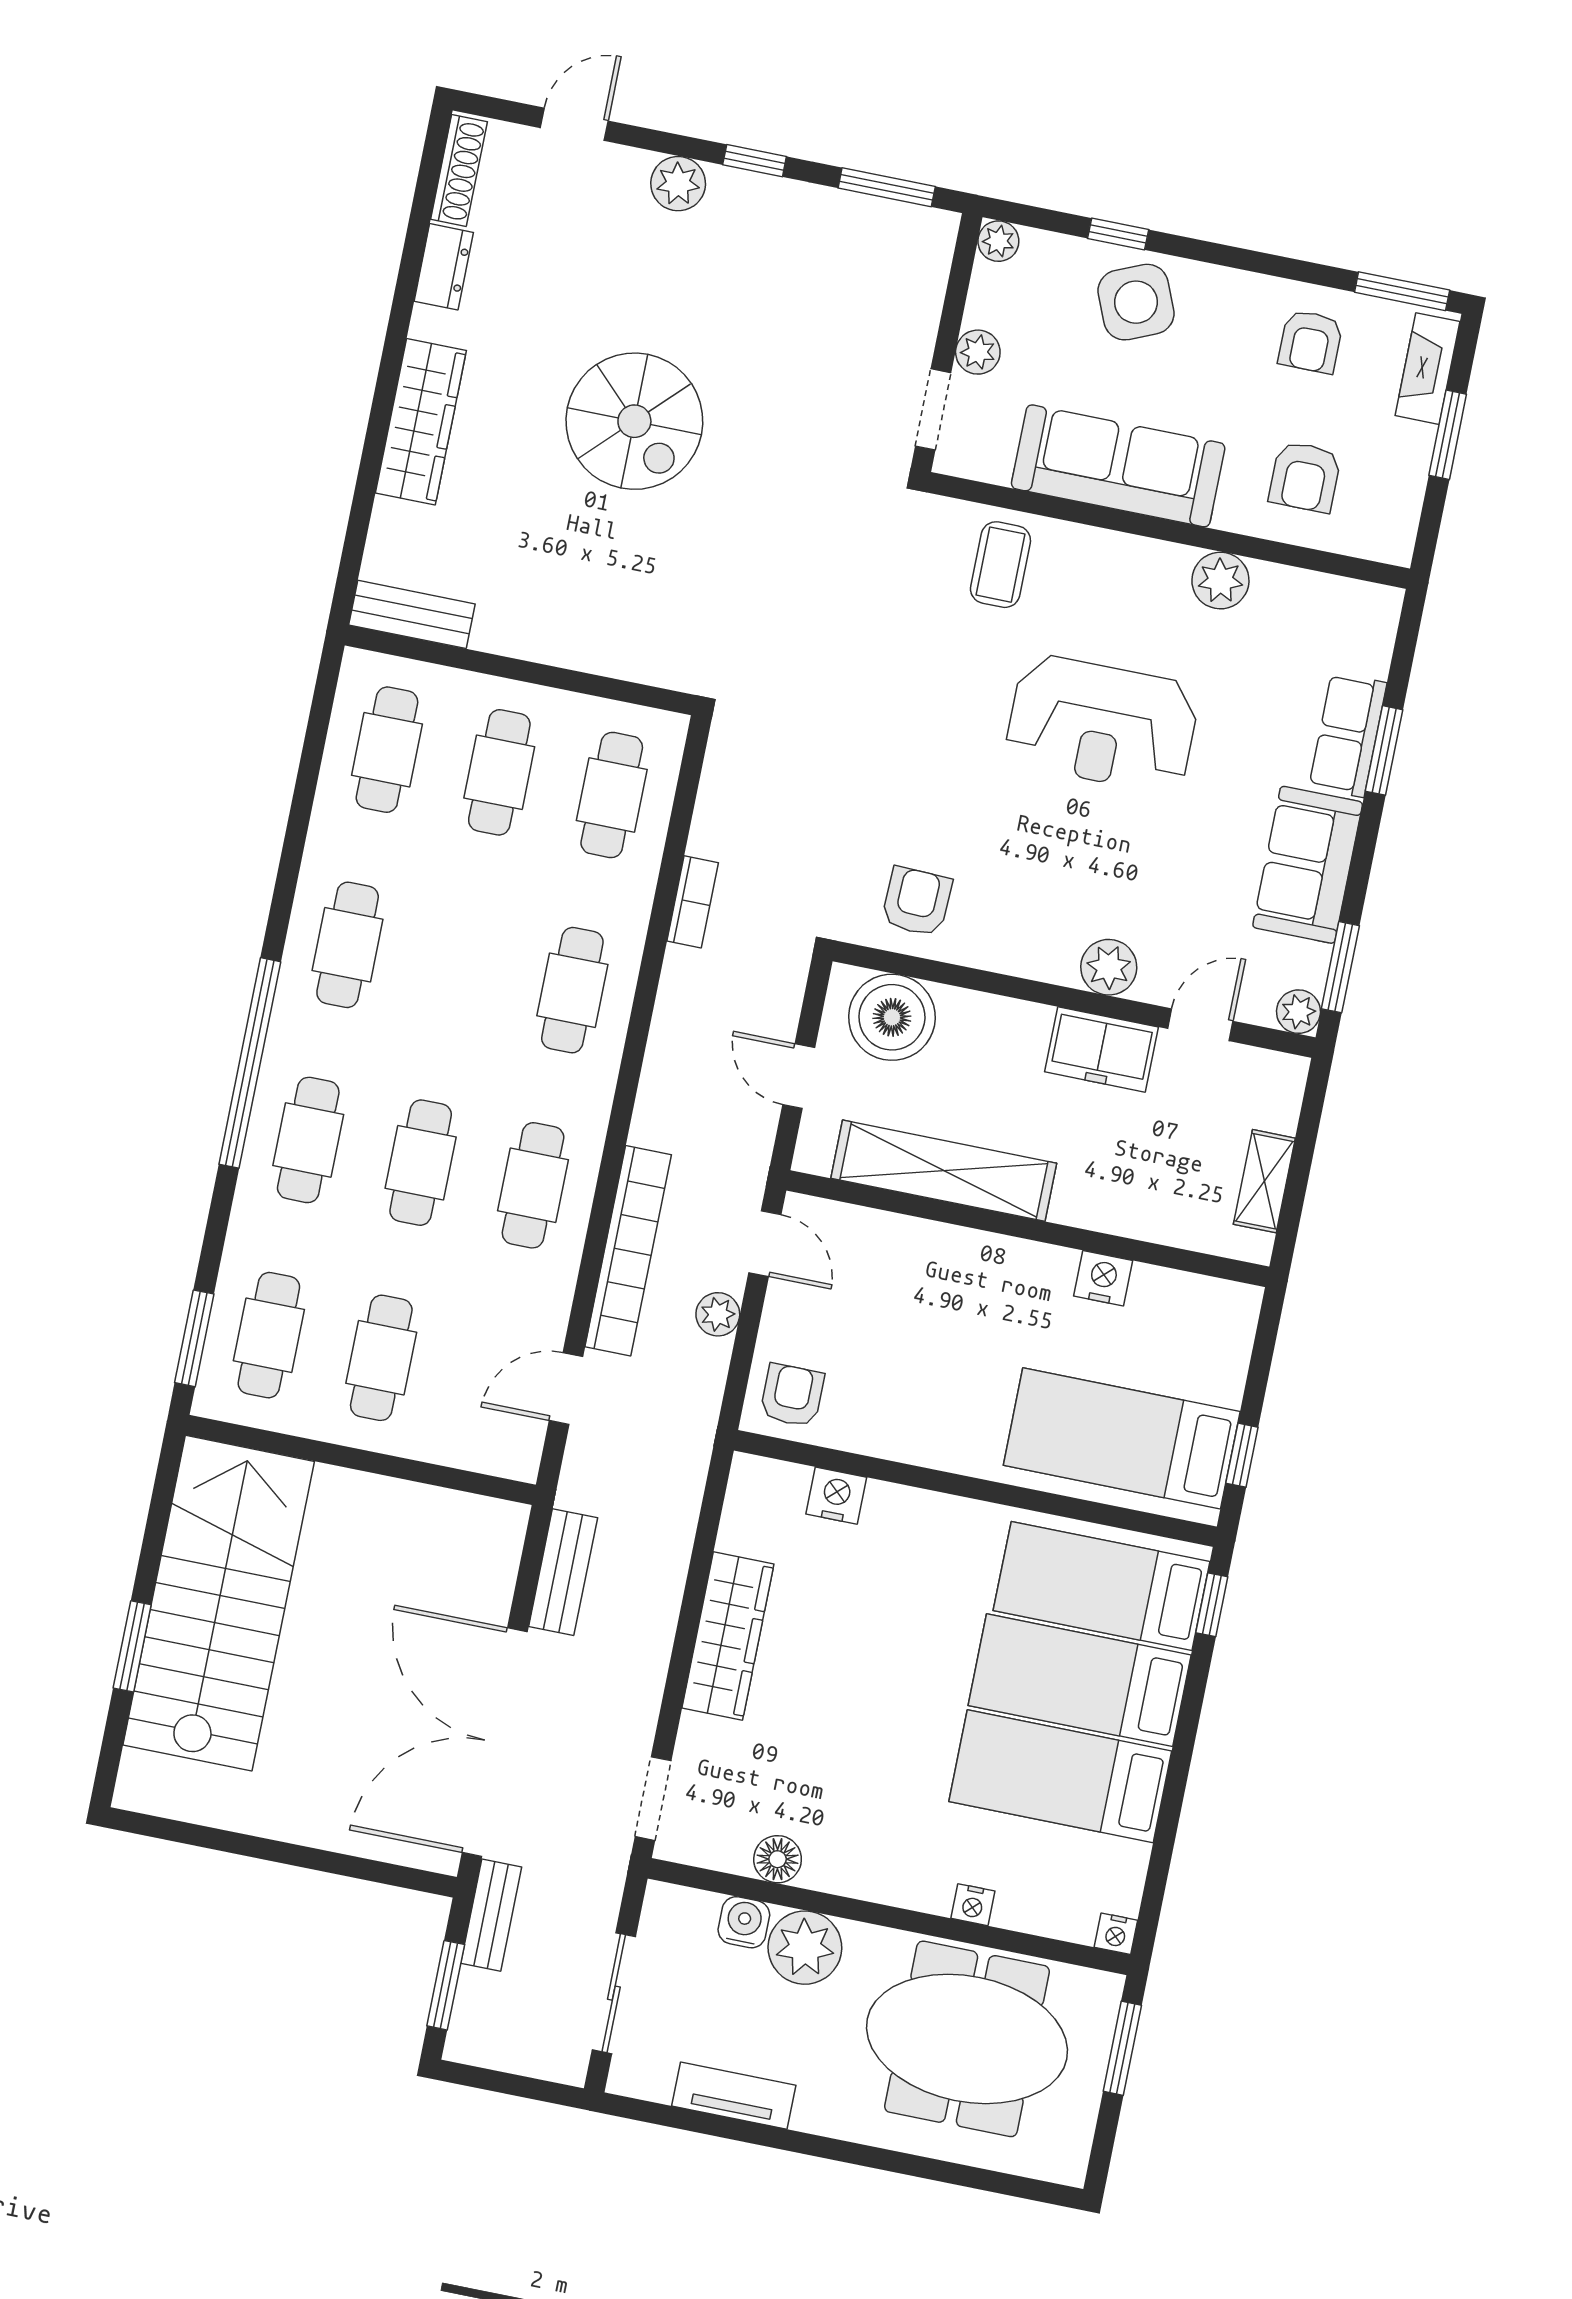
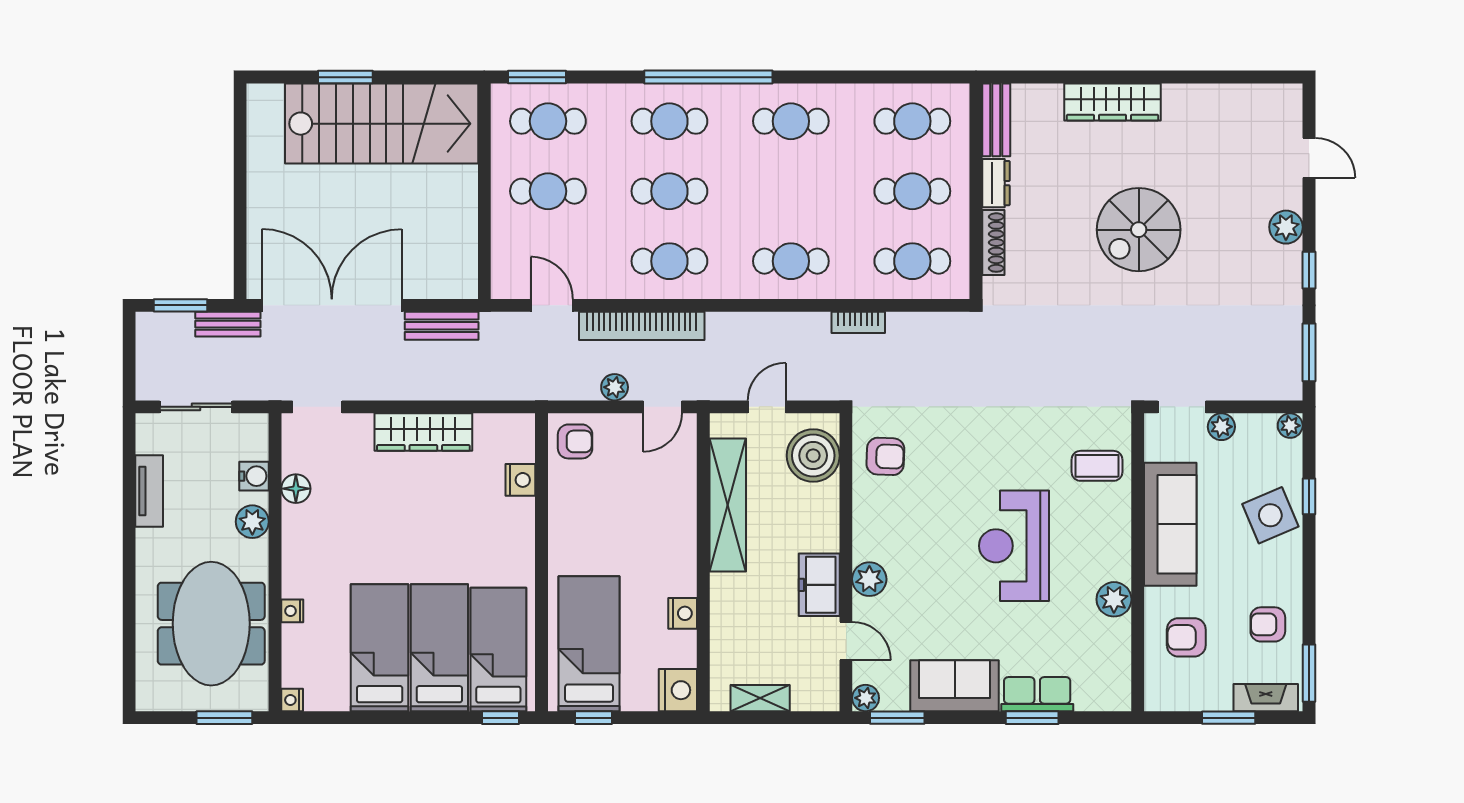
shoe rack: (459, 170) -> (993, 243), moved, turned -90
dresser: (444, 267) -> (996, 183), moved, turned -90
nightstand: (1225, 1311) -> (678, 690), added
plant: (805, 1948) -> (252, 522), width x0.73, depth x0.73

